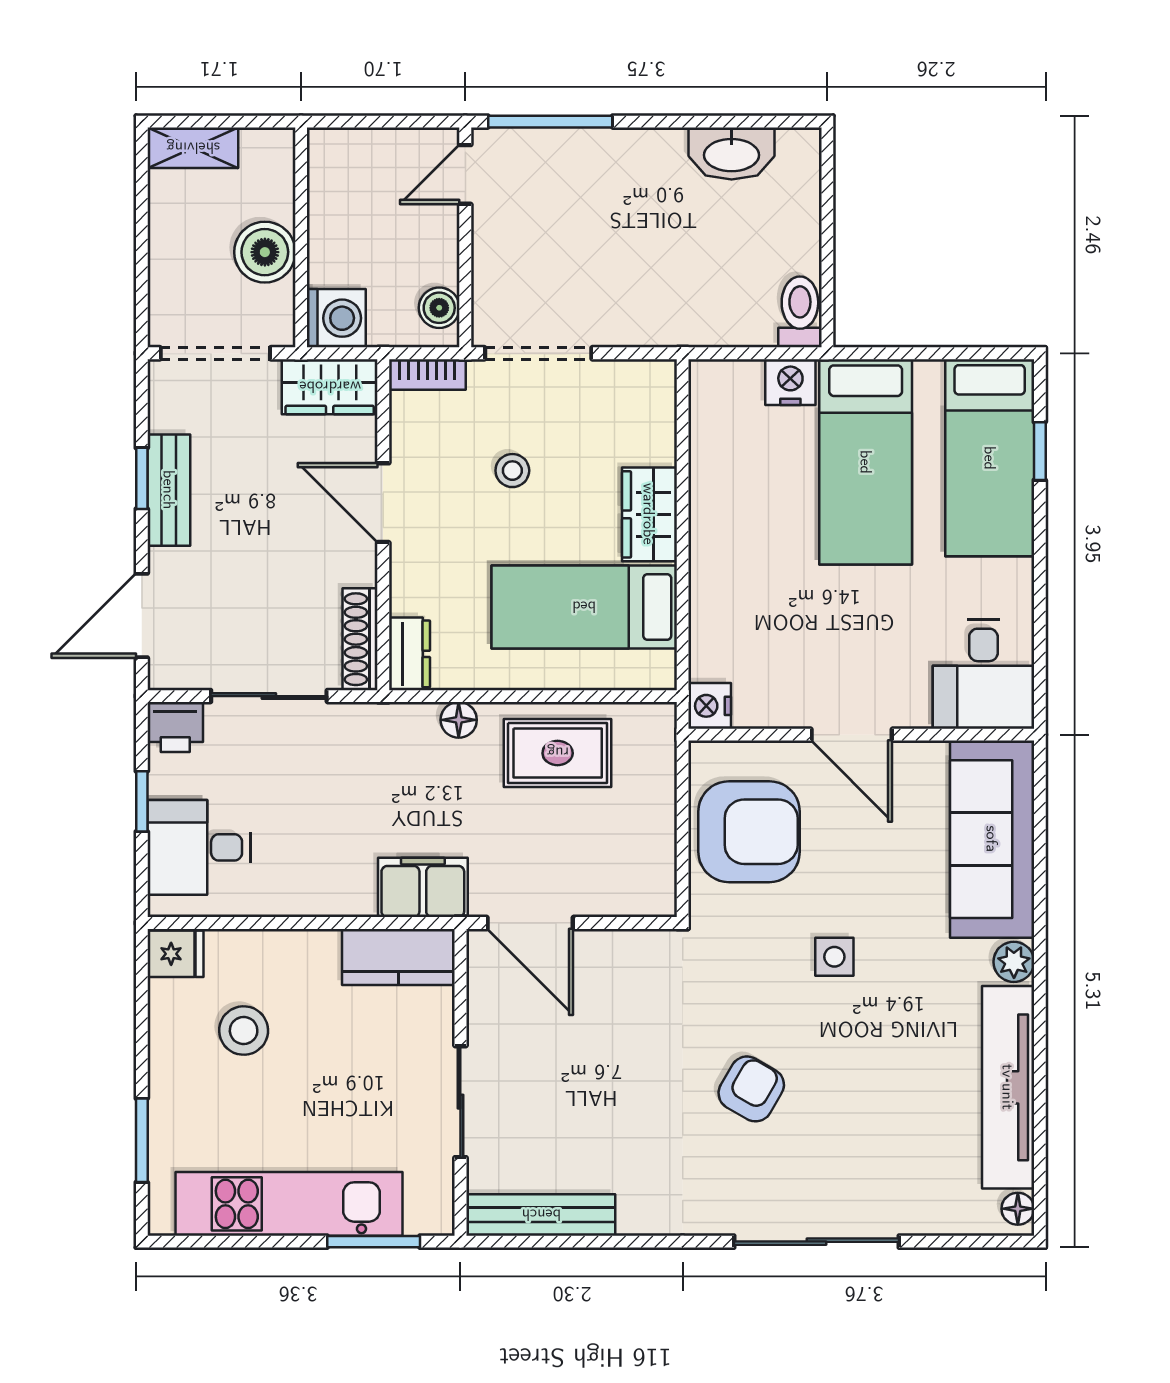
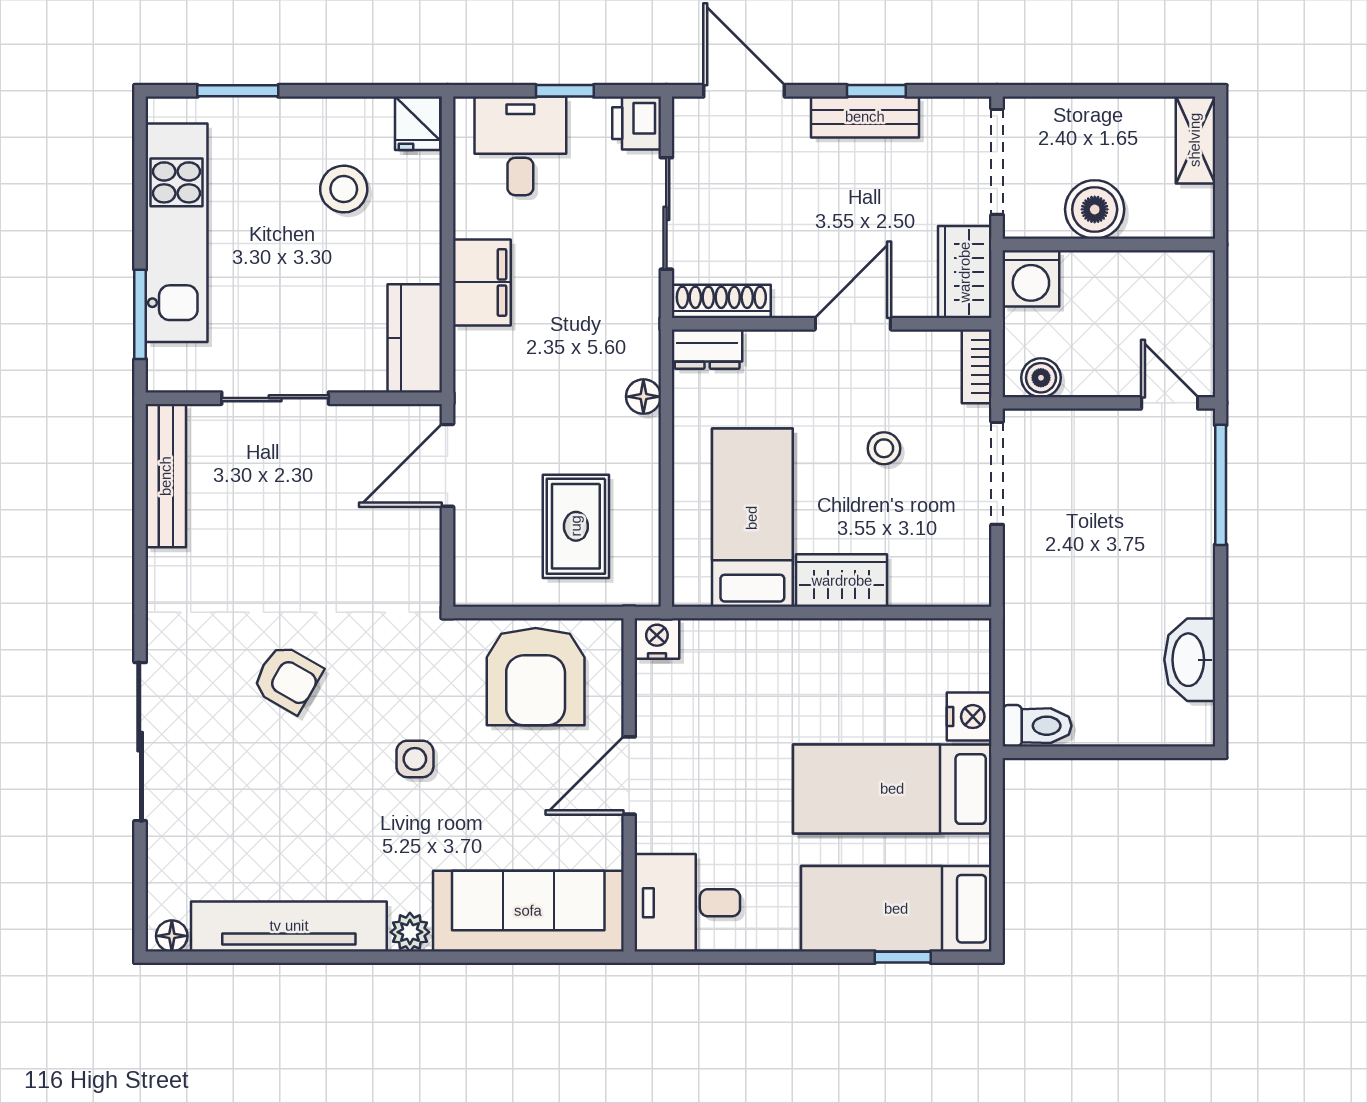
rug: (558, 753) -> (576, 526), moved
filing cabinet: (423, 887) -> (482, 282), moved

